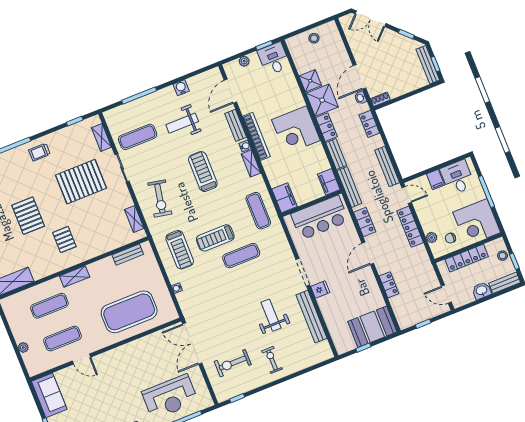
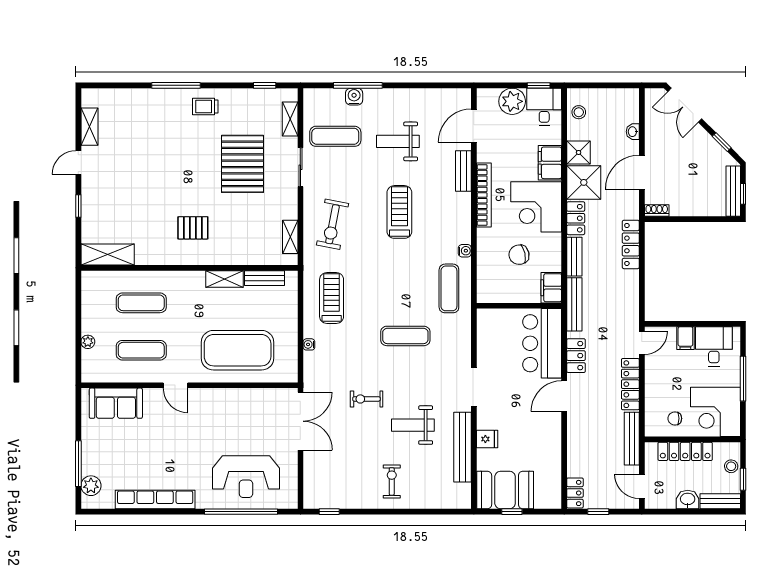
stool: (314, 38) -> (579, 112), moved
plant: (244, 61) -> (512, 101), width x1.87, depth x1.87
water cooler: (181, 88) -> (354, 97), moved
washbasin: (360, 98) -> (633, 132), moved
locker: (369, 124) -> (631, 244), width x1.53
water cooler: (245, 146) -> (465, 251), moved
shelving: (251, 163) -> (464, 226), removed
bench: (387, 166) -> (632, 439), moved
chair: (297, 168) -> (519, 255), added
pallet: (81, 182) -> (242, 164), turned 90
door: (407, 195) -> (642, 343), hinge flipped
filing cabinet: (284, 198) -> (550, 163), moved, turned 180
pallet: (28, 216) -> (160, 180), removed
bar counter: (320, 218) -> (542, 343), moved, turned 90
plant: (432, 237) -> (652, 408), removed
treadmill: (215, 238) -> (382, 301), removed
pallet: (64, 240) -> (193, 228), turned 90
treadmill: (180, 250) -> (332, 298), turned 180
shelving: (75, 276) -> (225, 279), moved
locker: (389, 285) -> (575, 493), moved
fridge: (320, 289) -> (487, 439), moved
weight bench: (271, 315) -> (413, 425), turned -90
booth: (372, 327) -> (505, 490), moved
double door: (192, 343) -> (300, 421), swing flipped
door: (82, 359) -> (176, 385), moved
exercise bike: (233, 363) -> (366, 399), moved, width x0.73, depth x0.72
sofa: (49, 395) -> (116, 403), moved, turned 90

